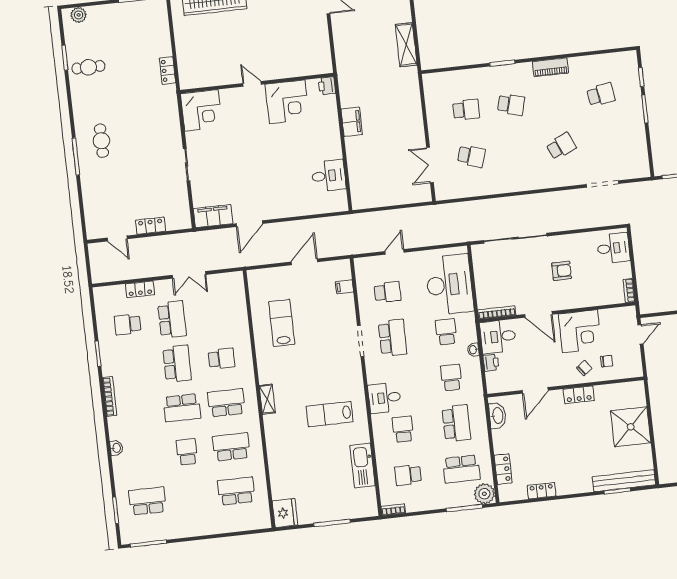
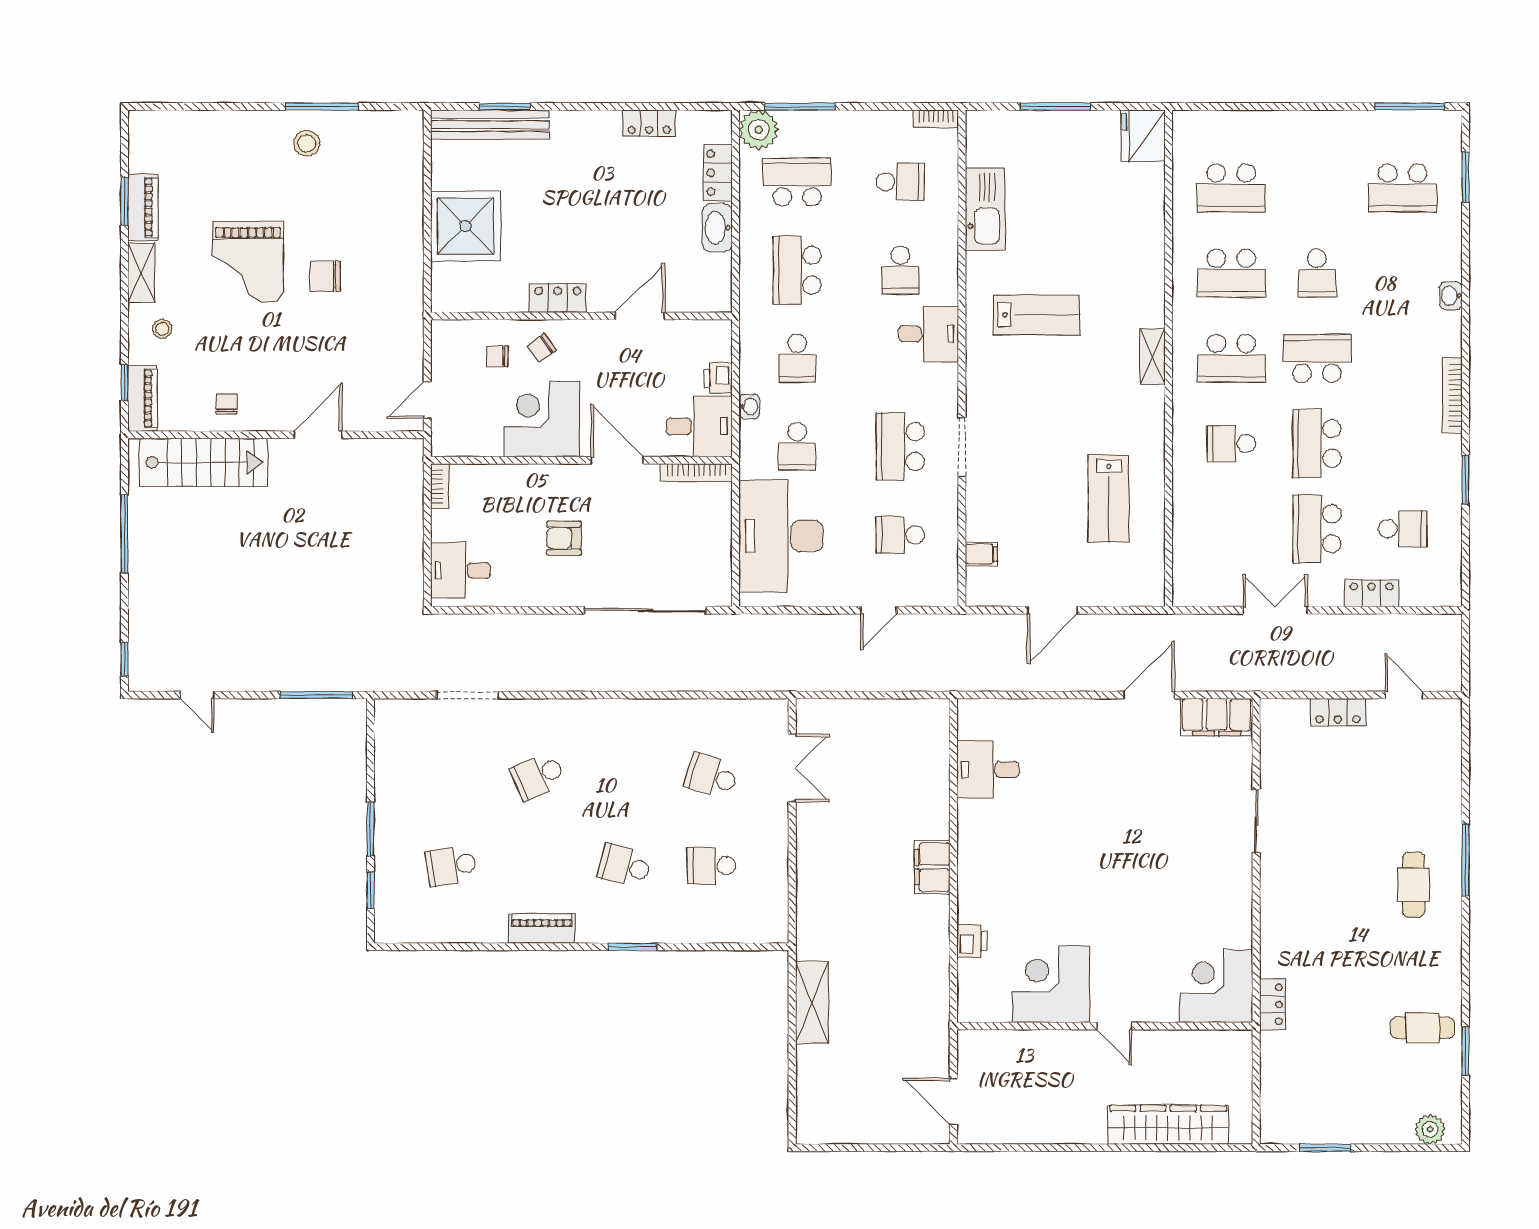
wall: (257, 83) -> (1105, 1026), moved
door: (252, 84) -> (1114, 1026), moved
corner desk: (287, 102) -> (1051, 984), moved
corner desk: (201, 110) -> (1216, 986), moved
washbasin: (497, 416) -> (717, 228), moved

